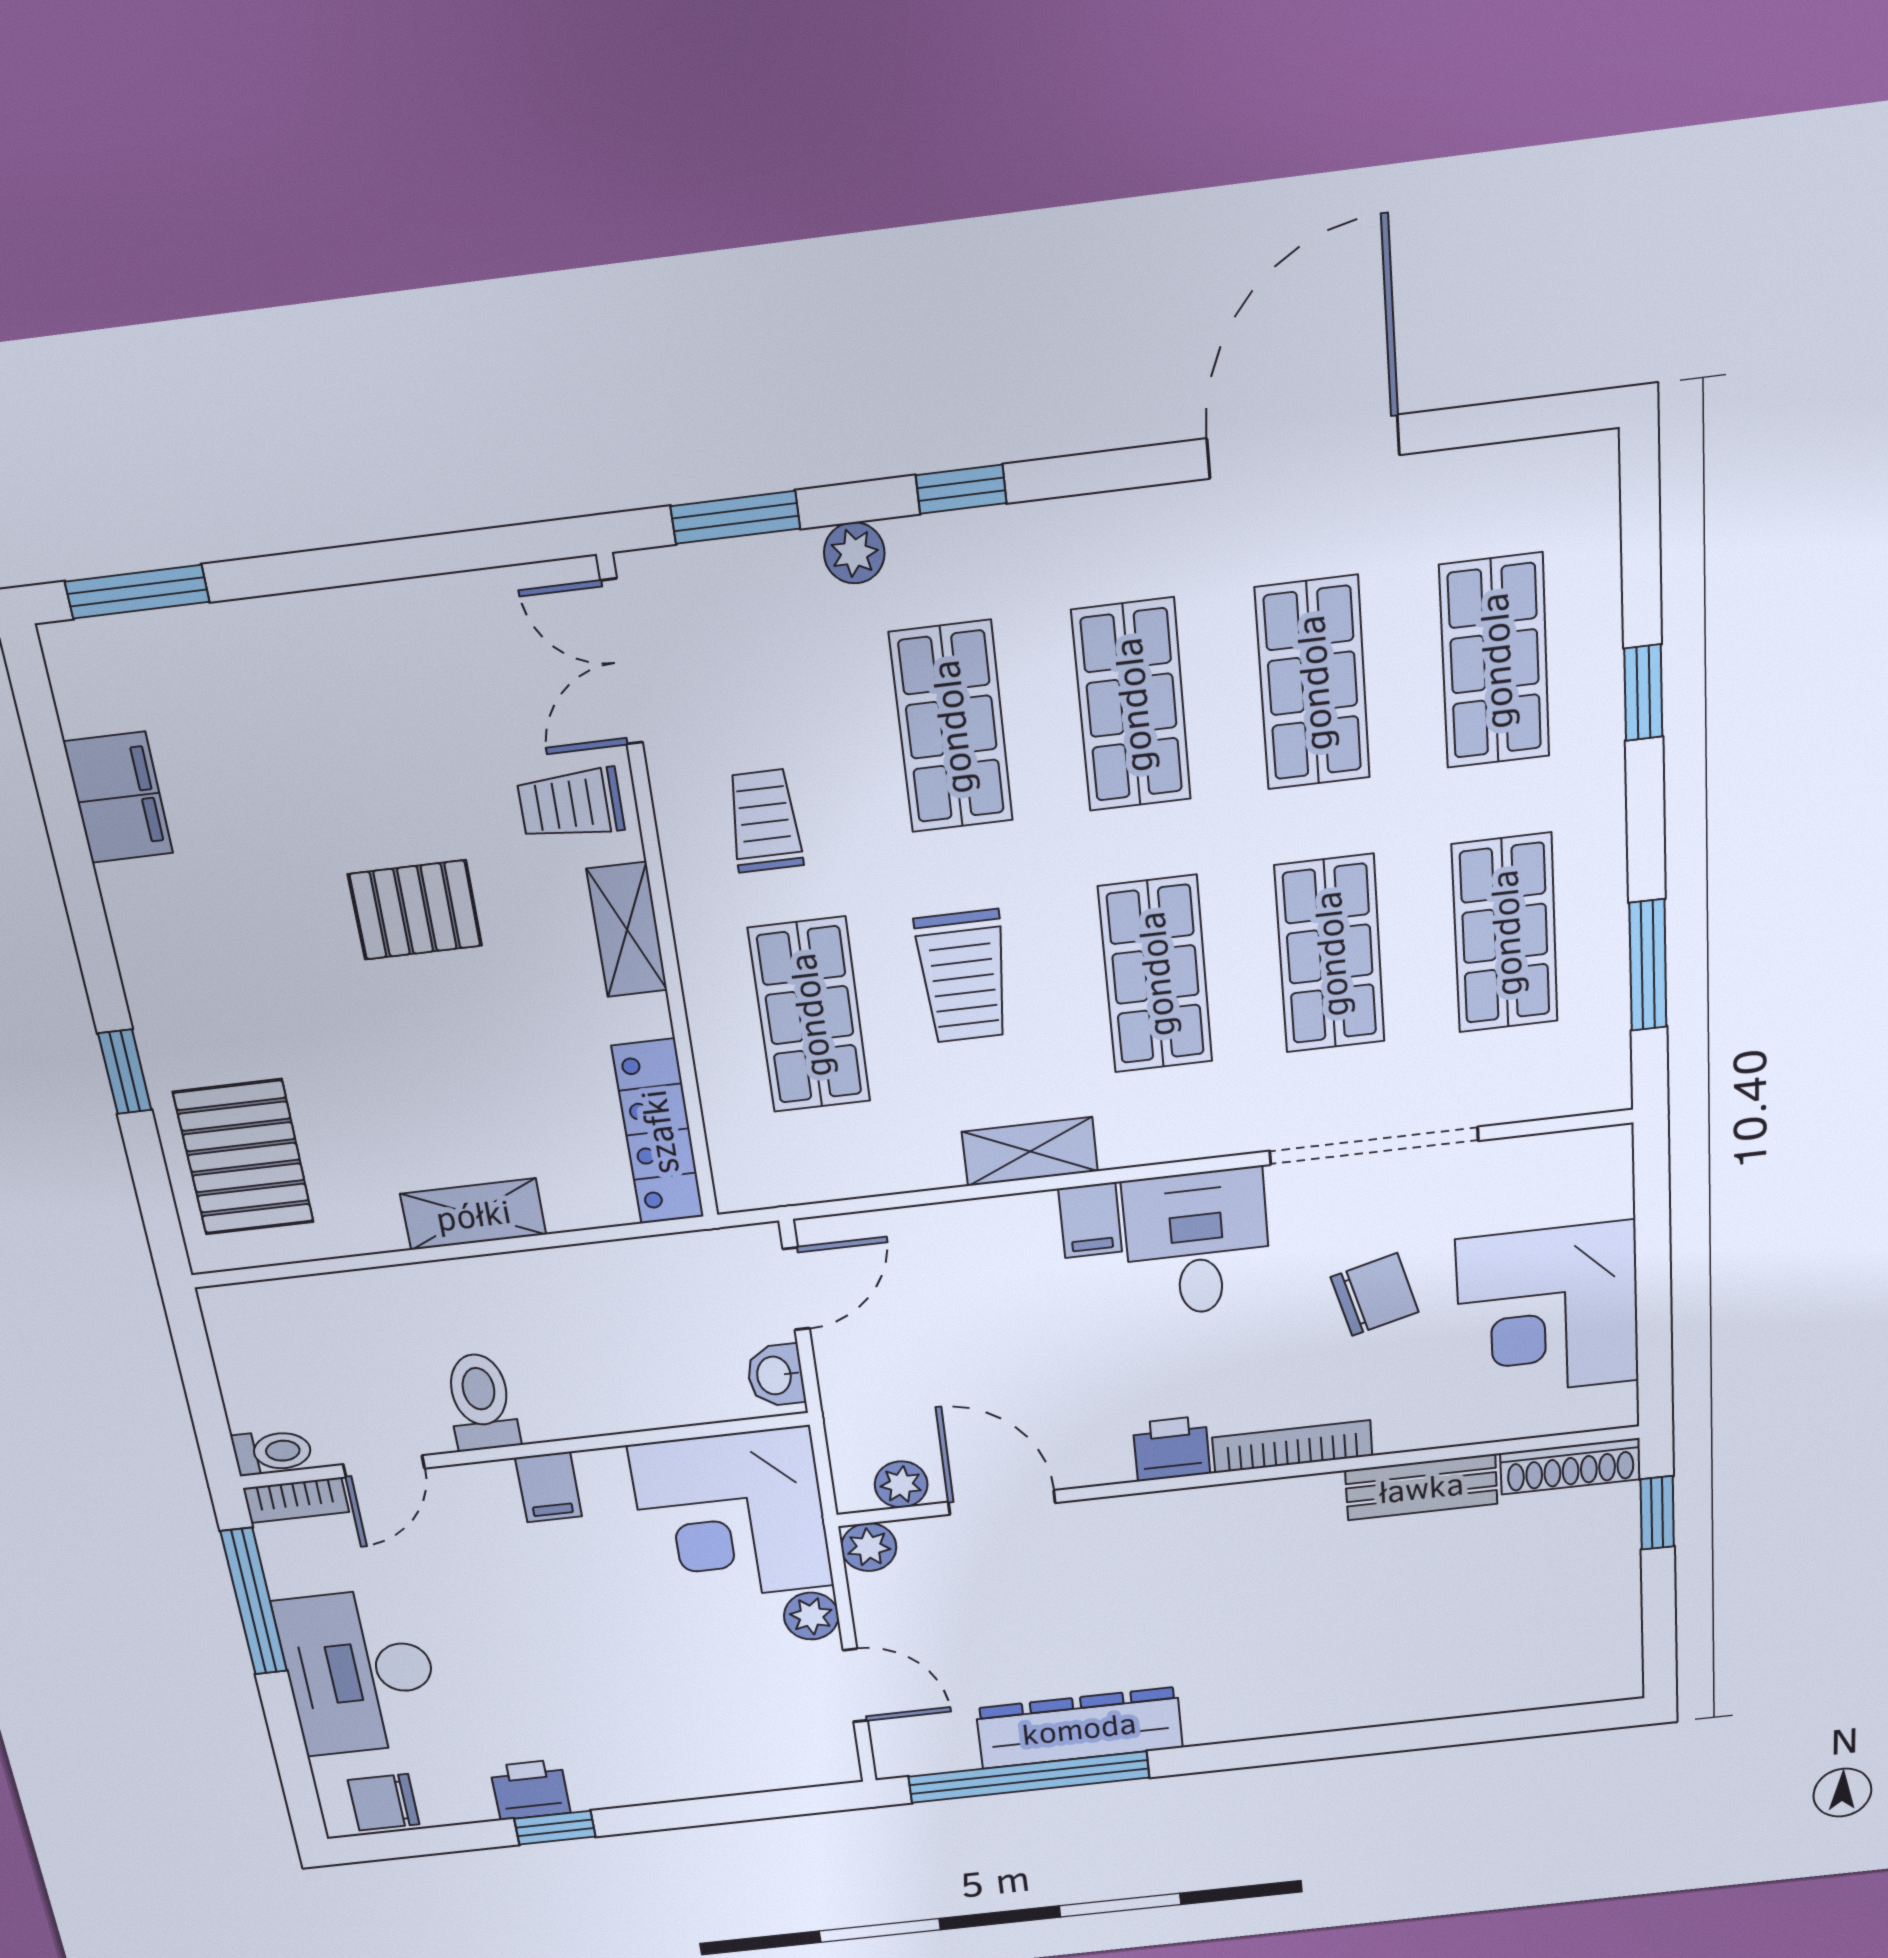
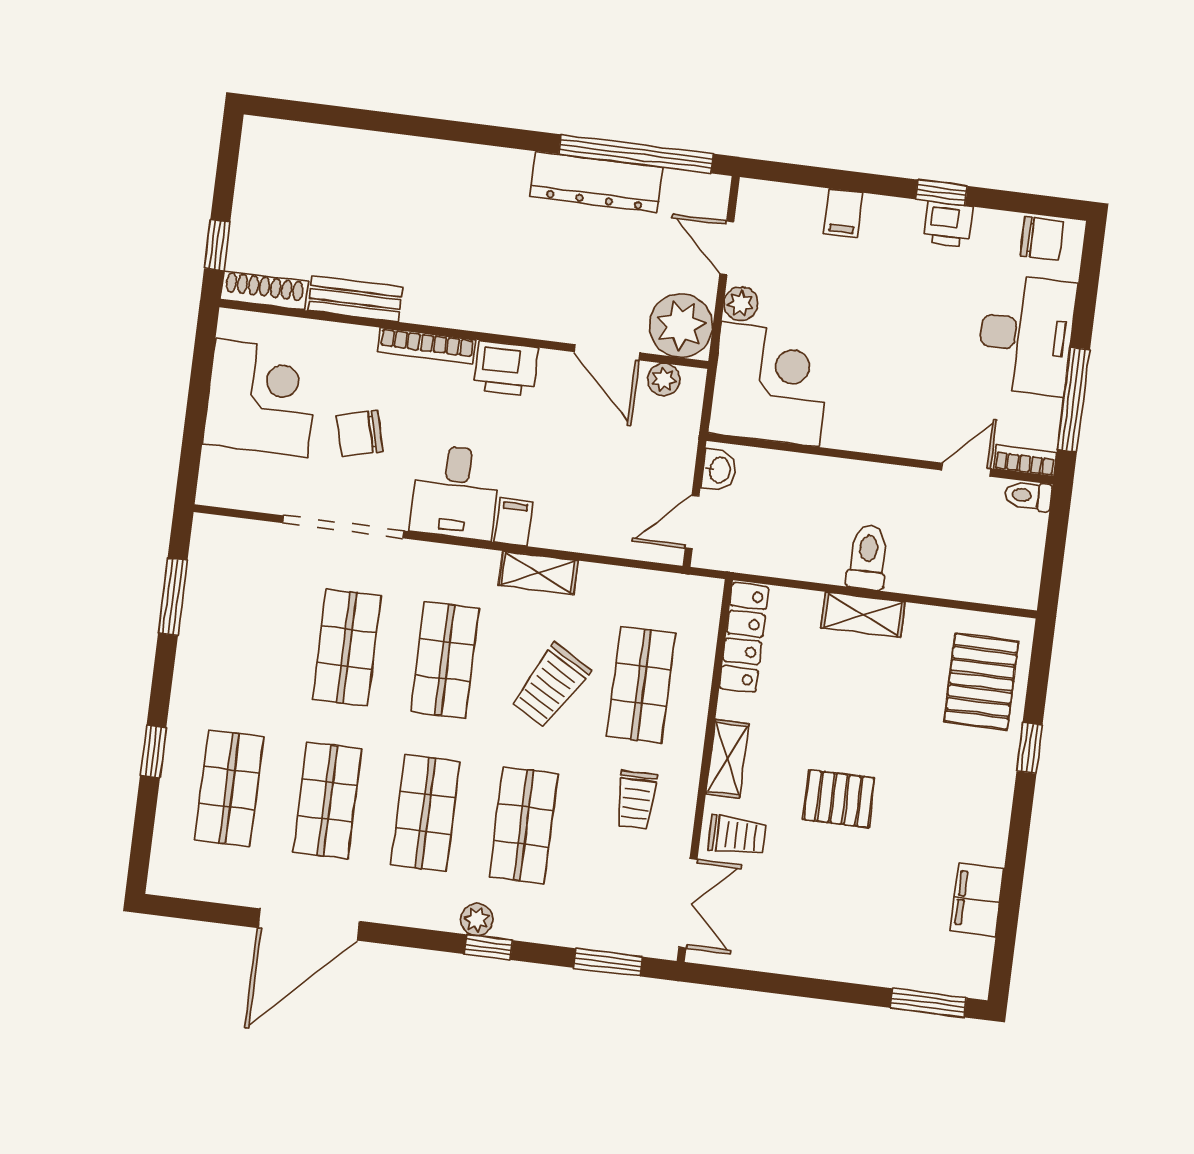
plant: (854, 553) -> (477, 920), moved
shop shelf: (1505, 933) -> (249, 635), removed
trolley: (963, 976) -> (551, 686), turned -150
toilet: (481, 1402) -> (868, 557), moved, turned 180
printer: (1171, 1449) -> (506, 369), width x1.36, depth x1.24
filing cabinet: (549, 1487) -> (843, 213), moved, turned 180
plant: (869, 1547) -> (681, 326), width x1.88, depth x1.88

